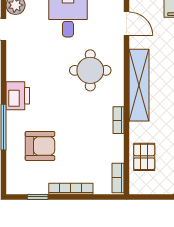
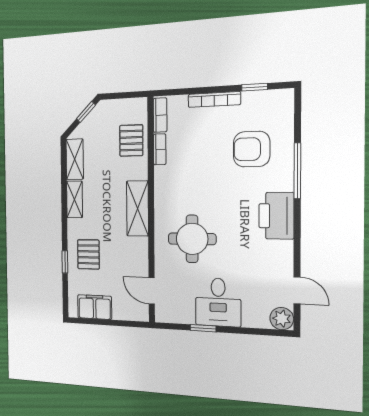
shelving: (139, 85) -> (137, 208), width x0.68
printer: (18, 96) -> (276, 216), width x1.37, depth x1.19
bookcase: (118, 120) -> (160, 149), moved

